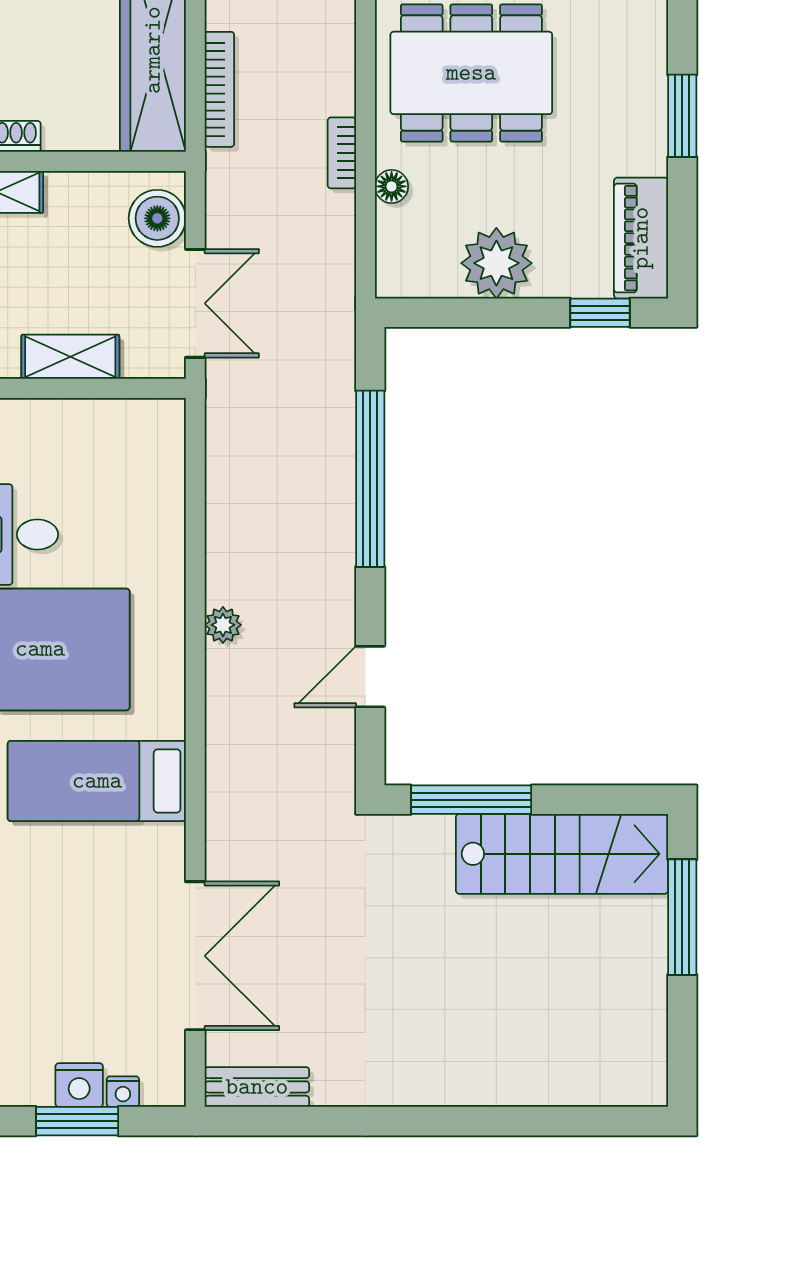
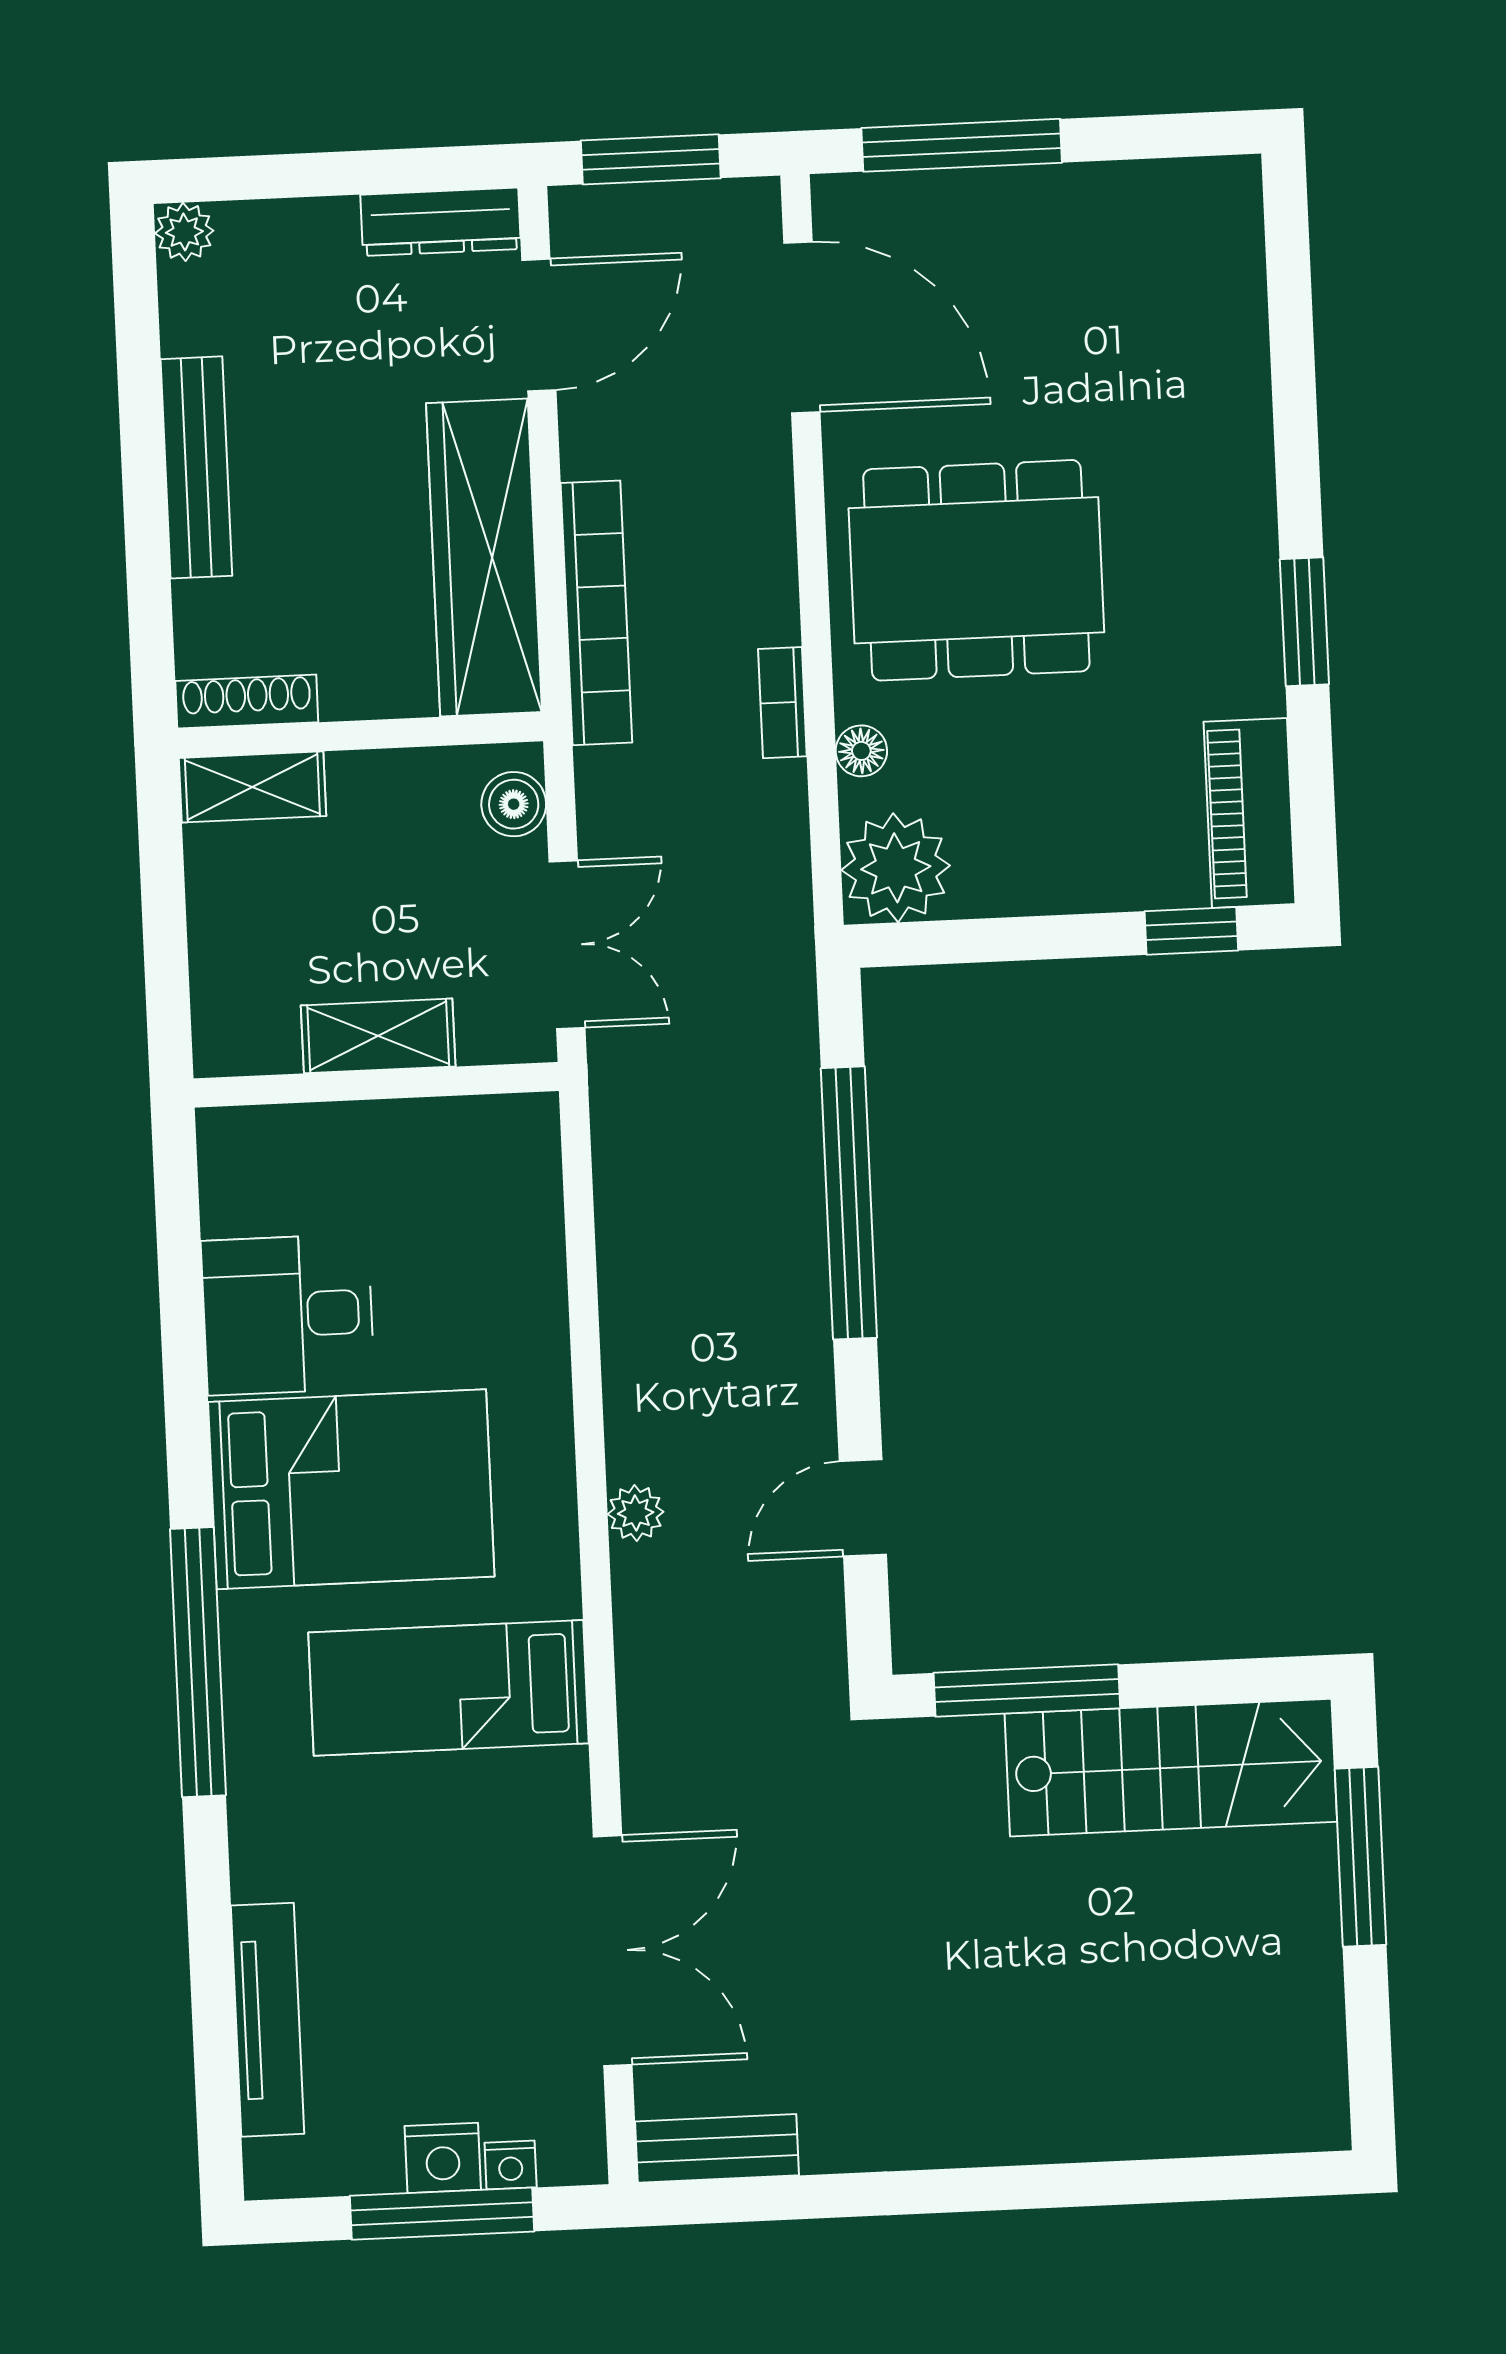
bookcase: (219, 89) -> (596, 613), width x1.48, depth x1.31
boiler: (157, 218) -> (514, 804), width x0.73, depth x0.73
plant: (496, 263) -> (896, 868), moved
plant: (223, 625) -> (636, 1513), moved
window: (77, 1121) -> (442, 2214), width x1.44

